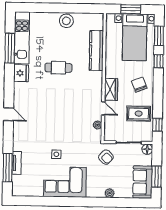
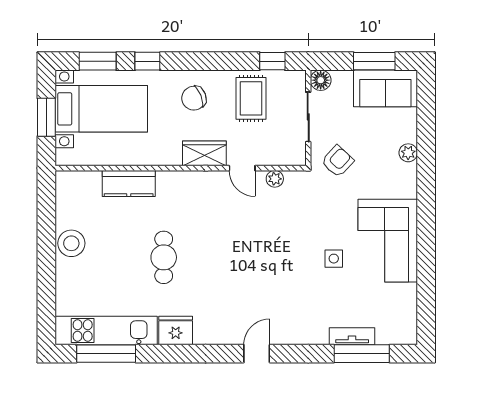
window: (10, 48) -> (106, 354), moved
kitchen counter: (96, 51) -> (129, 184), width x0.67
door: (103, 108) -> (242, 168), swing flipped

